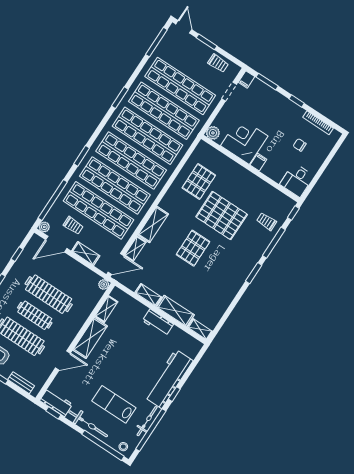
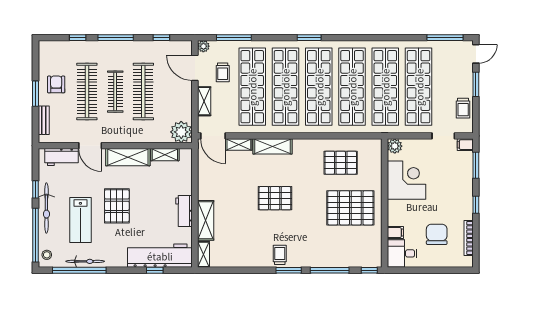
window: (120, 98) -> (371, 38), removed
chair: (300, 145) -> (437, 234), width x1.87, depth x1.87
window: (82, 156) -> (309, 38), moved
filing cabinet: (258, 162) -> (395, 233), moved
window: (53, 200) -> (234, 38), width x0.68
pallet: (222, 216) -> (350, 208), moved, turned 90
trolley: (266, 221) -> (280, 255), moved
plant: (104, 284) -> (181, 132), width x1.88, depth x1.88
shelving: (148, 295) -> (204, 185), removed
pallet: (121, 370) -> (117, 206), added
workbench: (169, 379) -> (160, 256), moved
window: (174, 394) -> (155, 270), moved
workbench: (56, 402) -> (62, 157), moved, turned 90
lab bench: (114, 404) -> (80, 220), turned 180
window: (53, 413) -> (35, 189), moved

